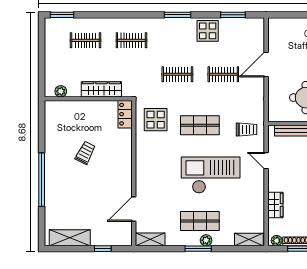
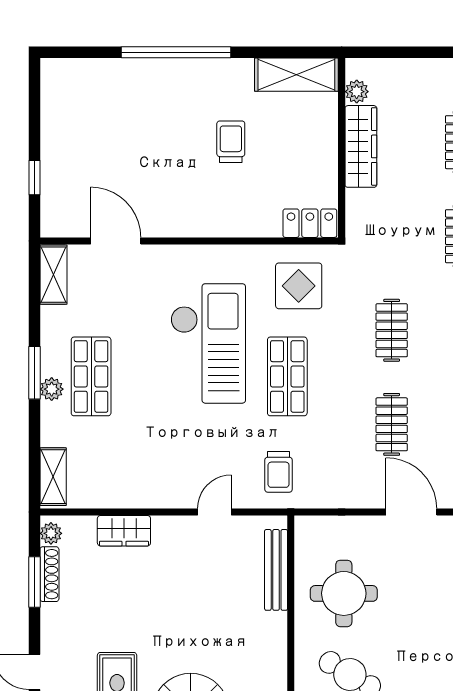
wardrobe: (101, 89) -> (361, 146), moved
trolley: (85, 153) -> (231, 142), turned -117
checkout: (211, 175) -> (208, 343), moved
shelving: (70, 238) -> (296, 75), moved, turned 90

